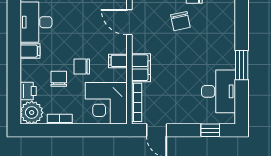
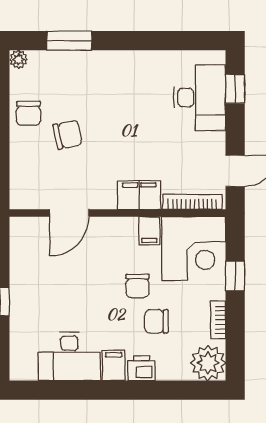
filing cabinet: (118, 61) -> (149, 231), moved
window: (242, 65) -> (69, 41), moved
printer: (28, 91) -> (141, 368), moved
desk: (219, 91) -> (200, 98), moved, turned 90
window: (88, 130) -> (235, 276), added

